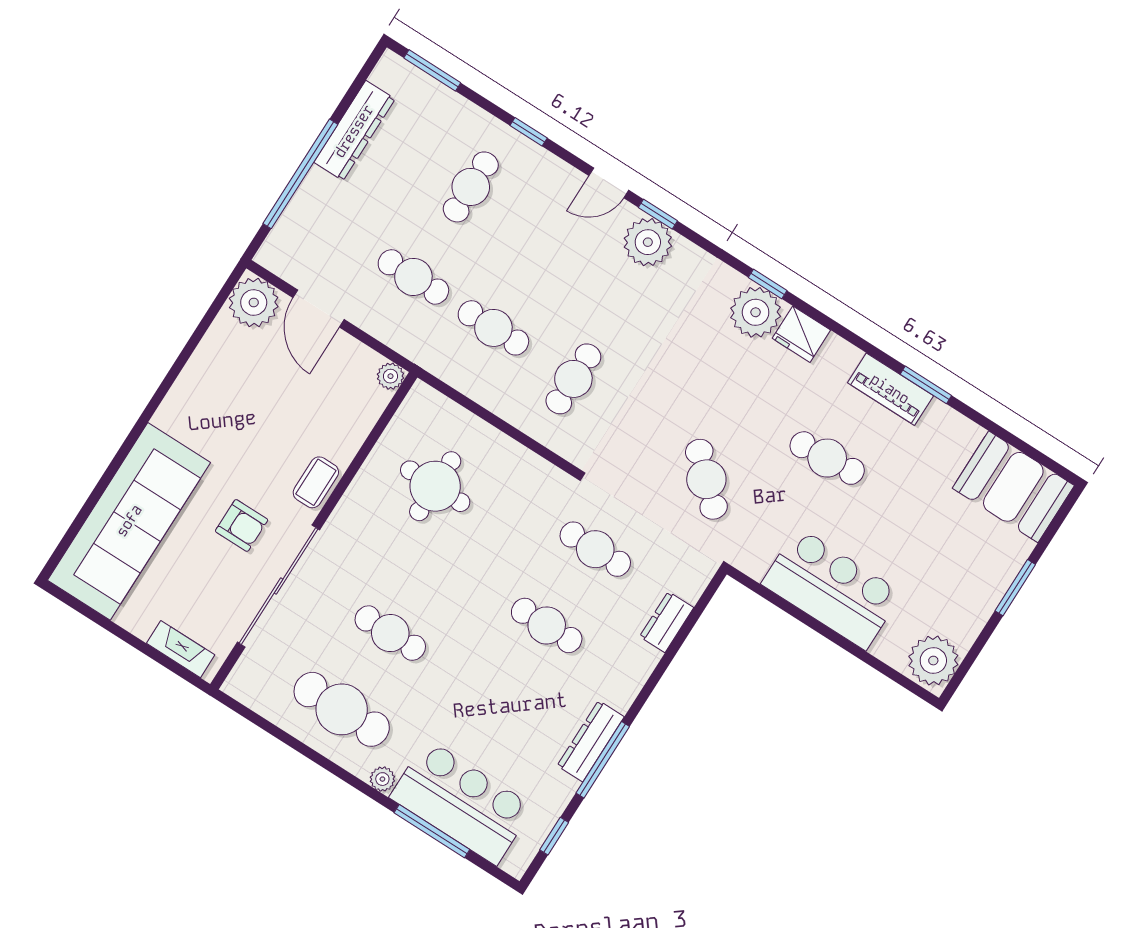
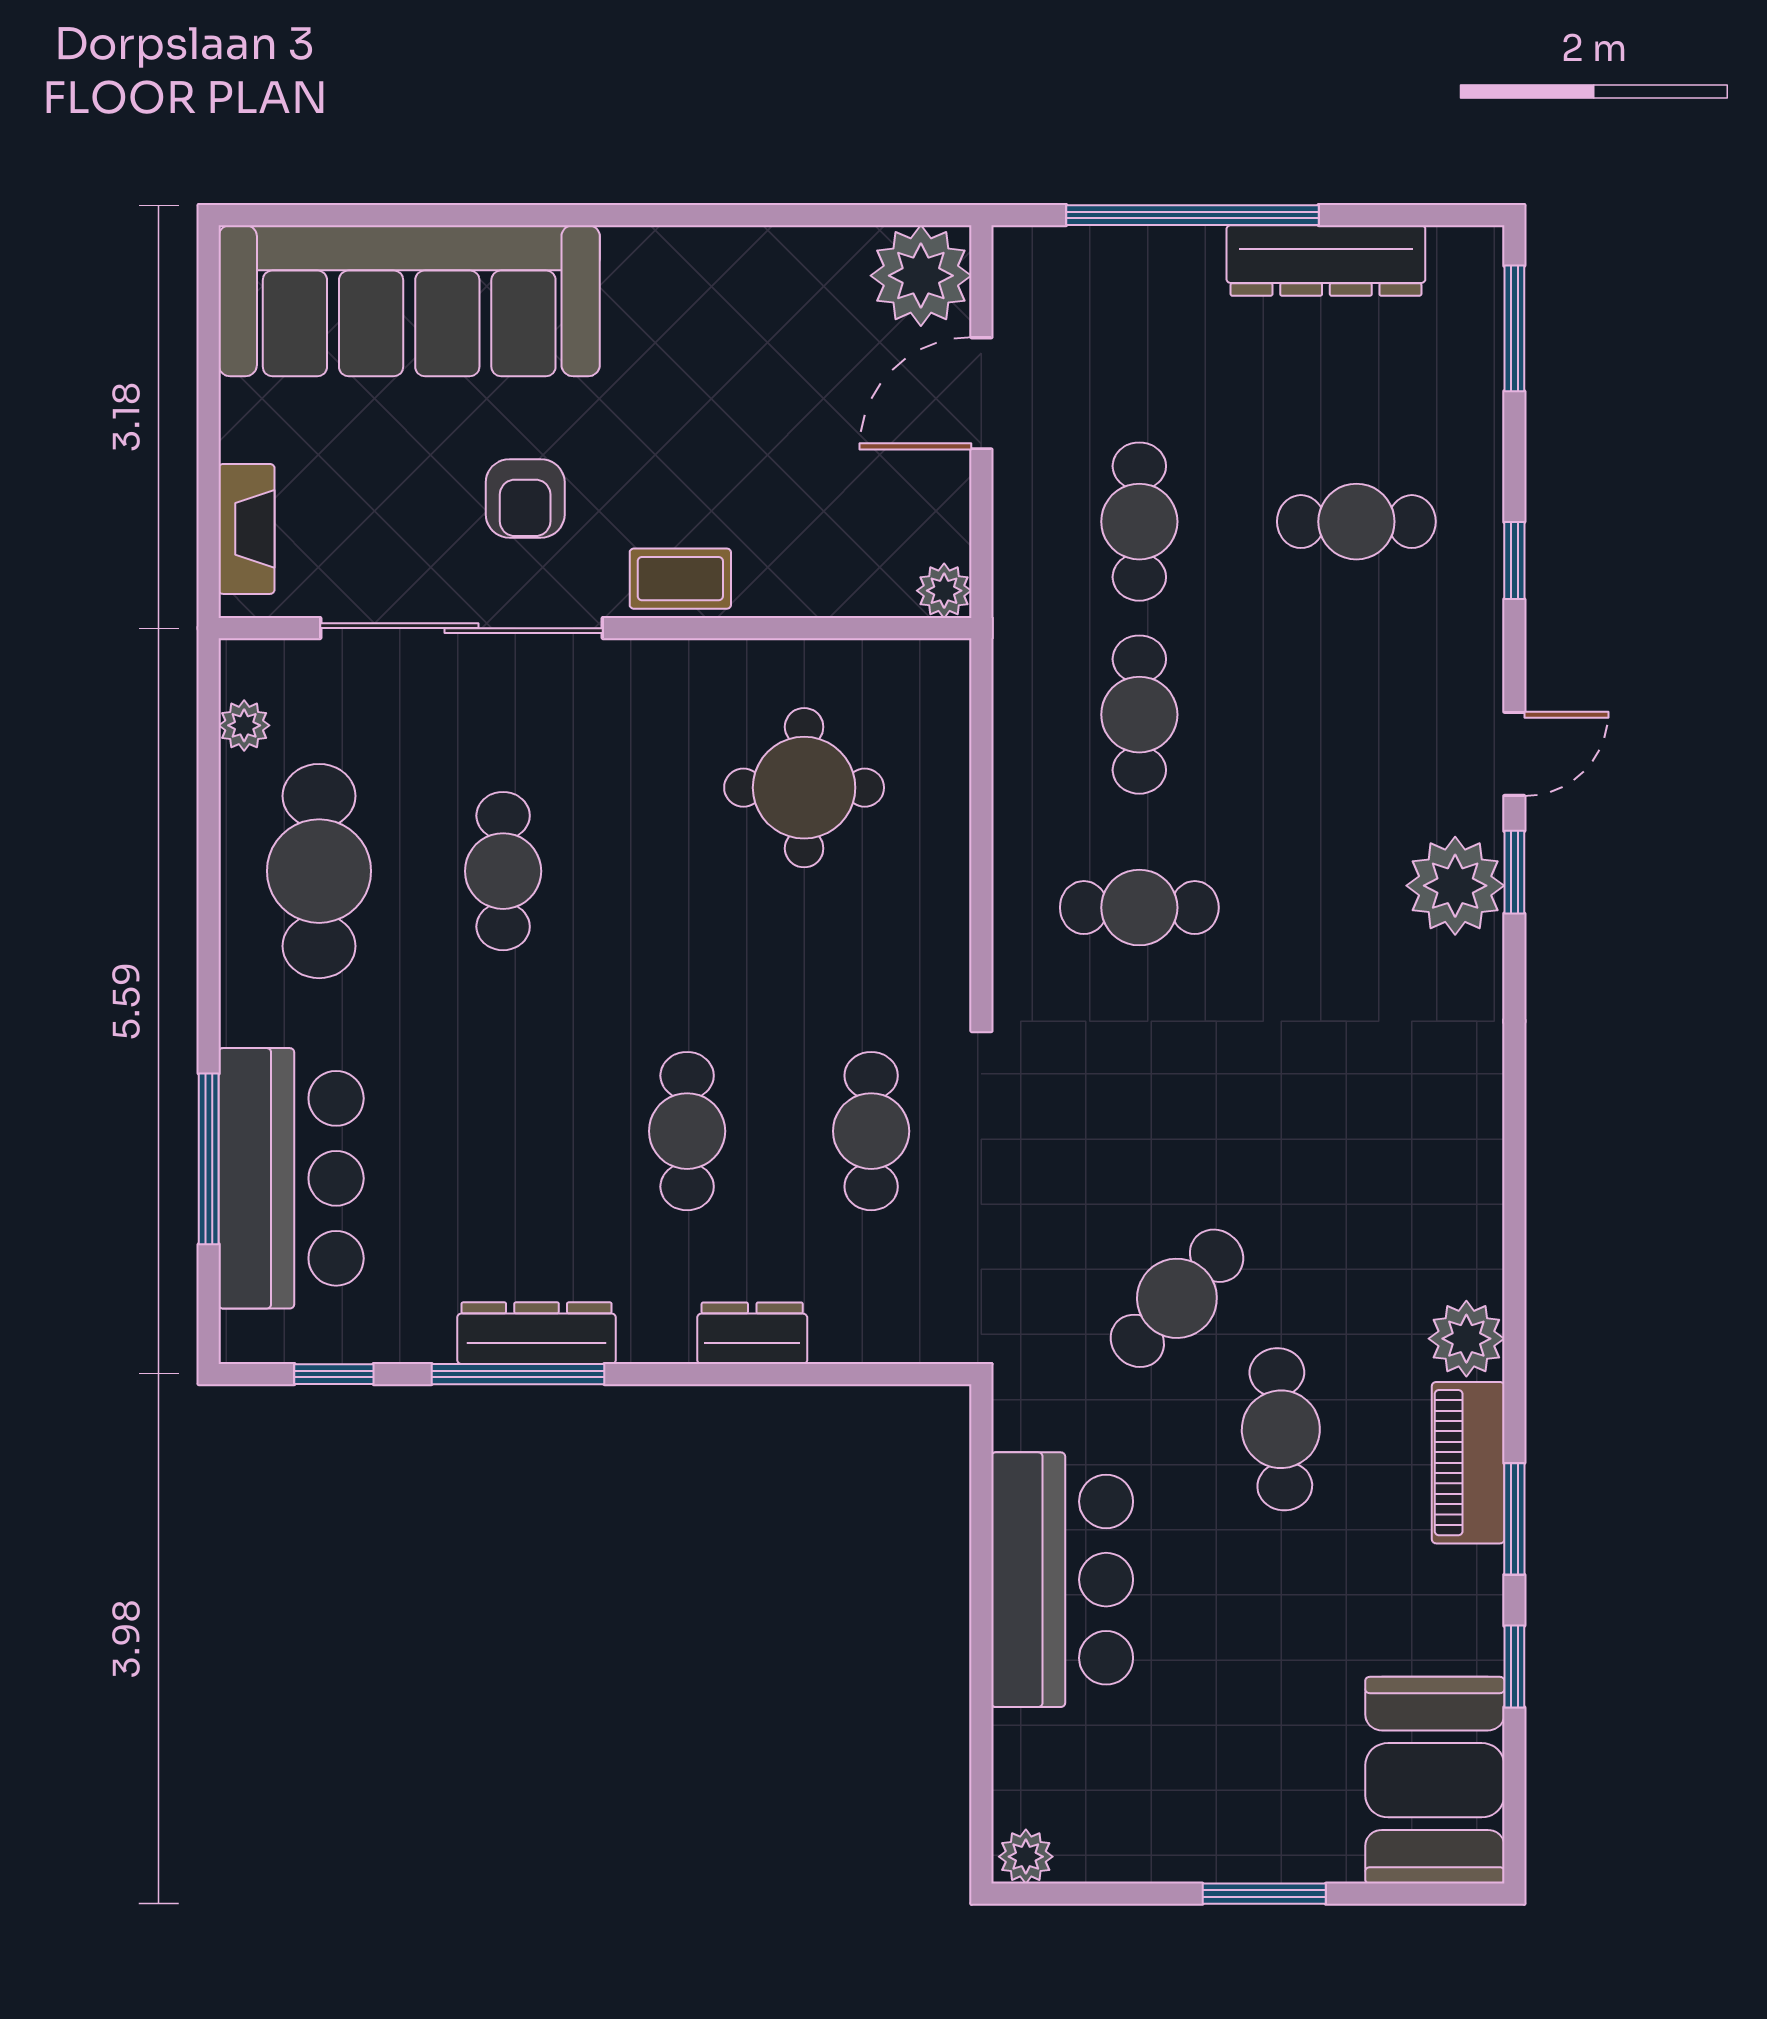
door: (609, 183) -> (1514, 754), swing flipped
window: (768, 284) -> (1514, 1667), moved
plant: (756, 312) -> (1466, 1339), moved, width x0.73, depth x0.73
fridge: (801, 334) -> (1465, 1250), removed
cafe table: (706, 479) -> (1177, 1298), moved
dresser: (667, 622) -> (752, 1333), moved
plant: (933, 661) -> (1026, 1857), width x0.53, depth x0.53
plant: (382, 779) -> (244, 725), moved

